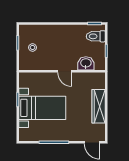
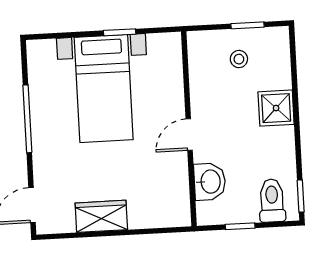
shower: (55, 32) -> (276, 108), added
wardrobe: (99, 106) -> (101, 216), width x0.67

